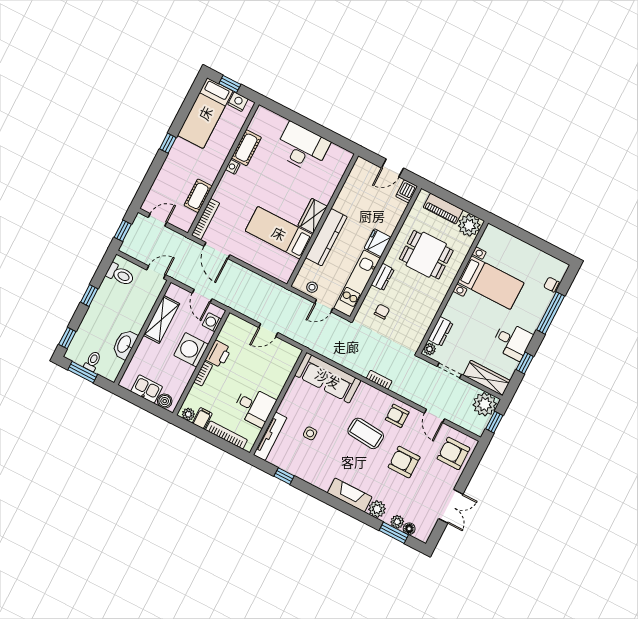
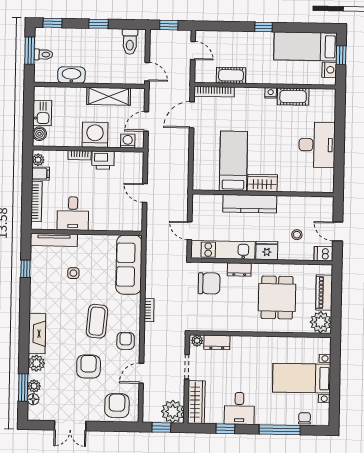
bed with nightstands: (491, 283) -> (302, 378), moved, turned 90
stool: (312, 287) -> (297, 235), moved
chair: (382, 312) -> (209, 283), width x1.87, depth x1.87

